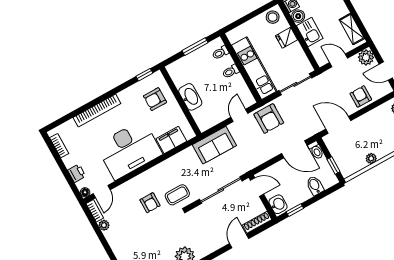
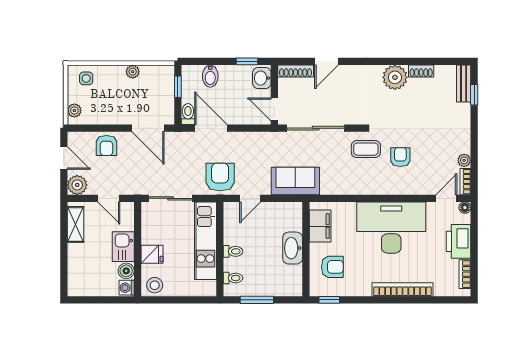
filing cabinet: (171, 140) -> (320, 226), moved, turned -90
printer: (77, 173) -> (459, 241), width x1.87, depth x1.48

